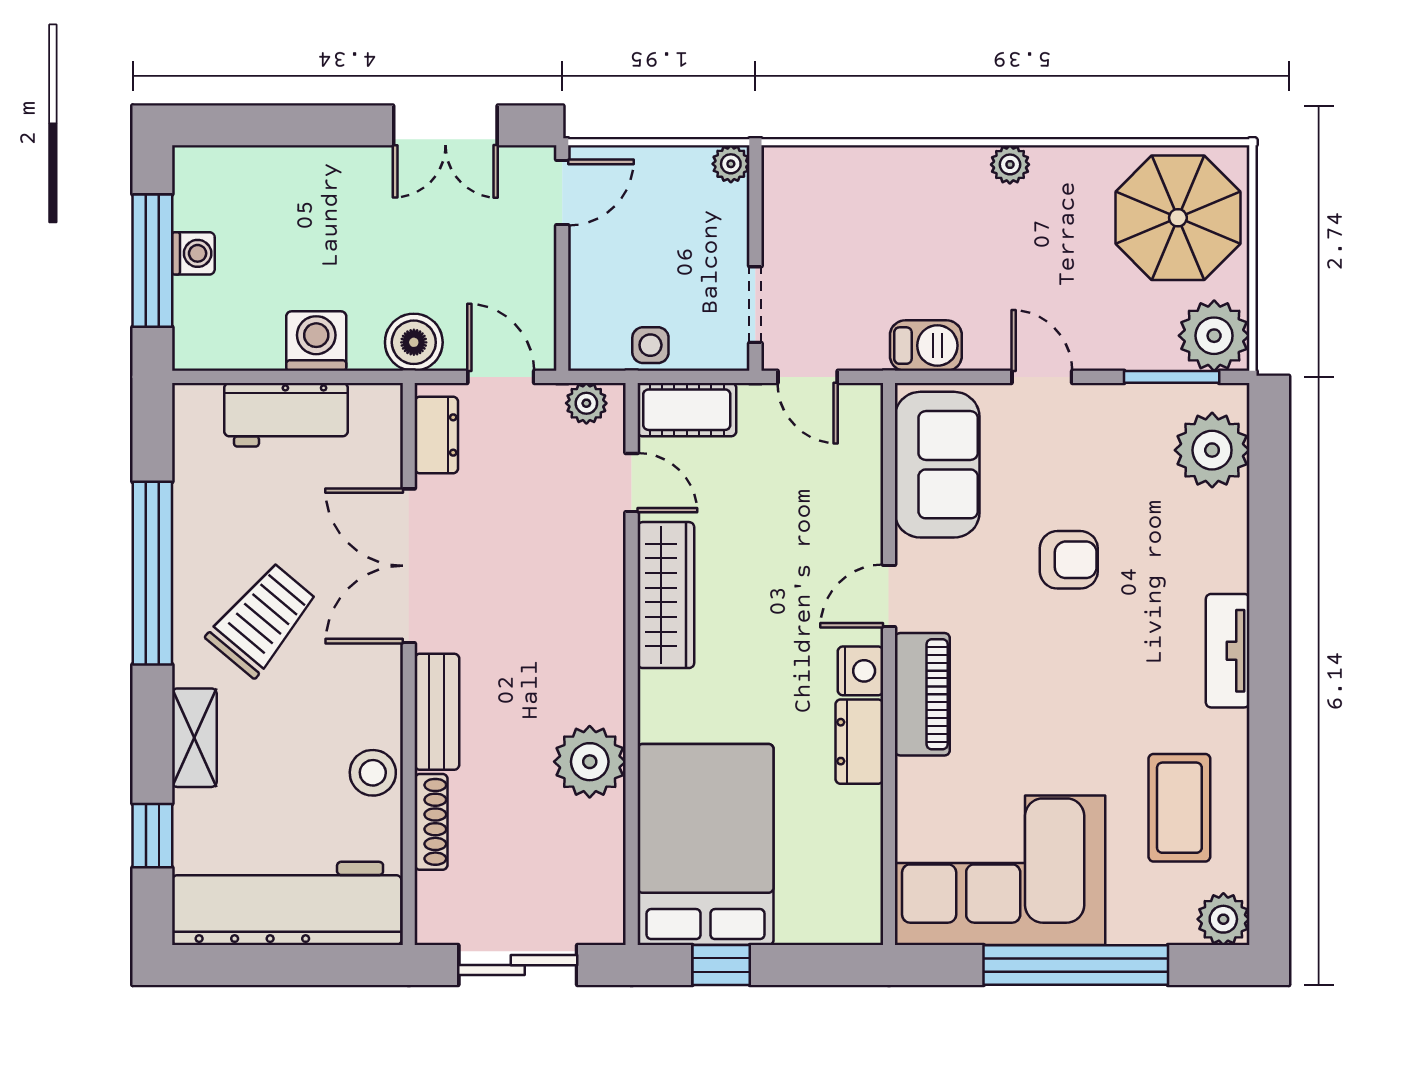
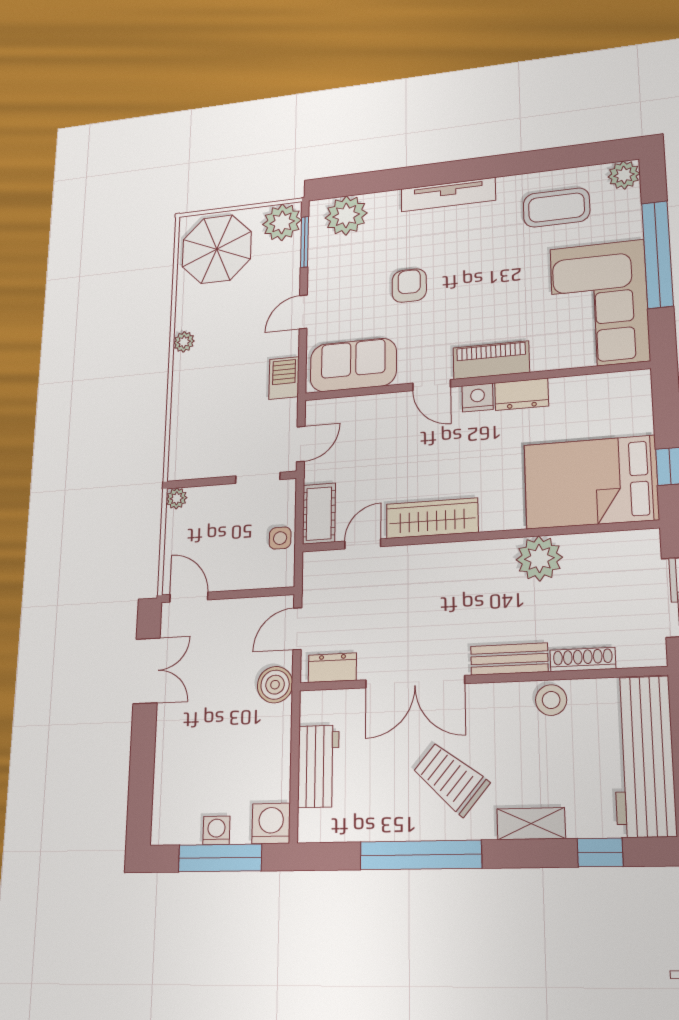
washing machine: (316, 341) -> (271, 823), moved, turned 90
plant: (586, 403) -> (314, 575), removed
tv unit: (1228, 651) -> (448, 195), width x1.41

